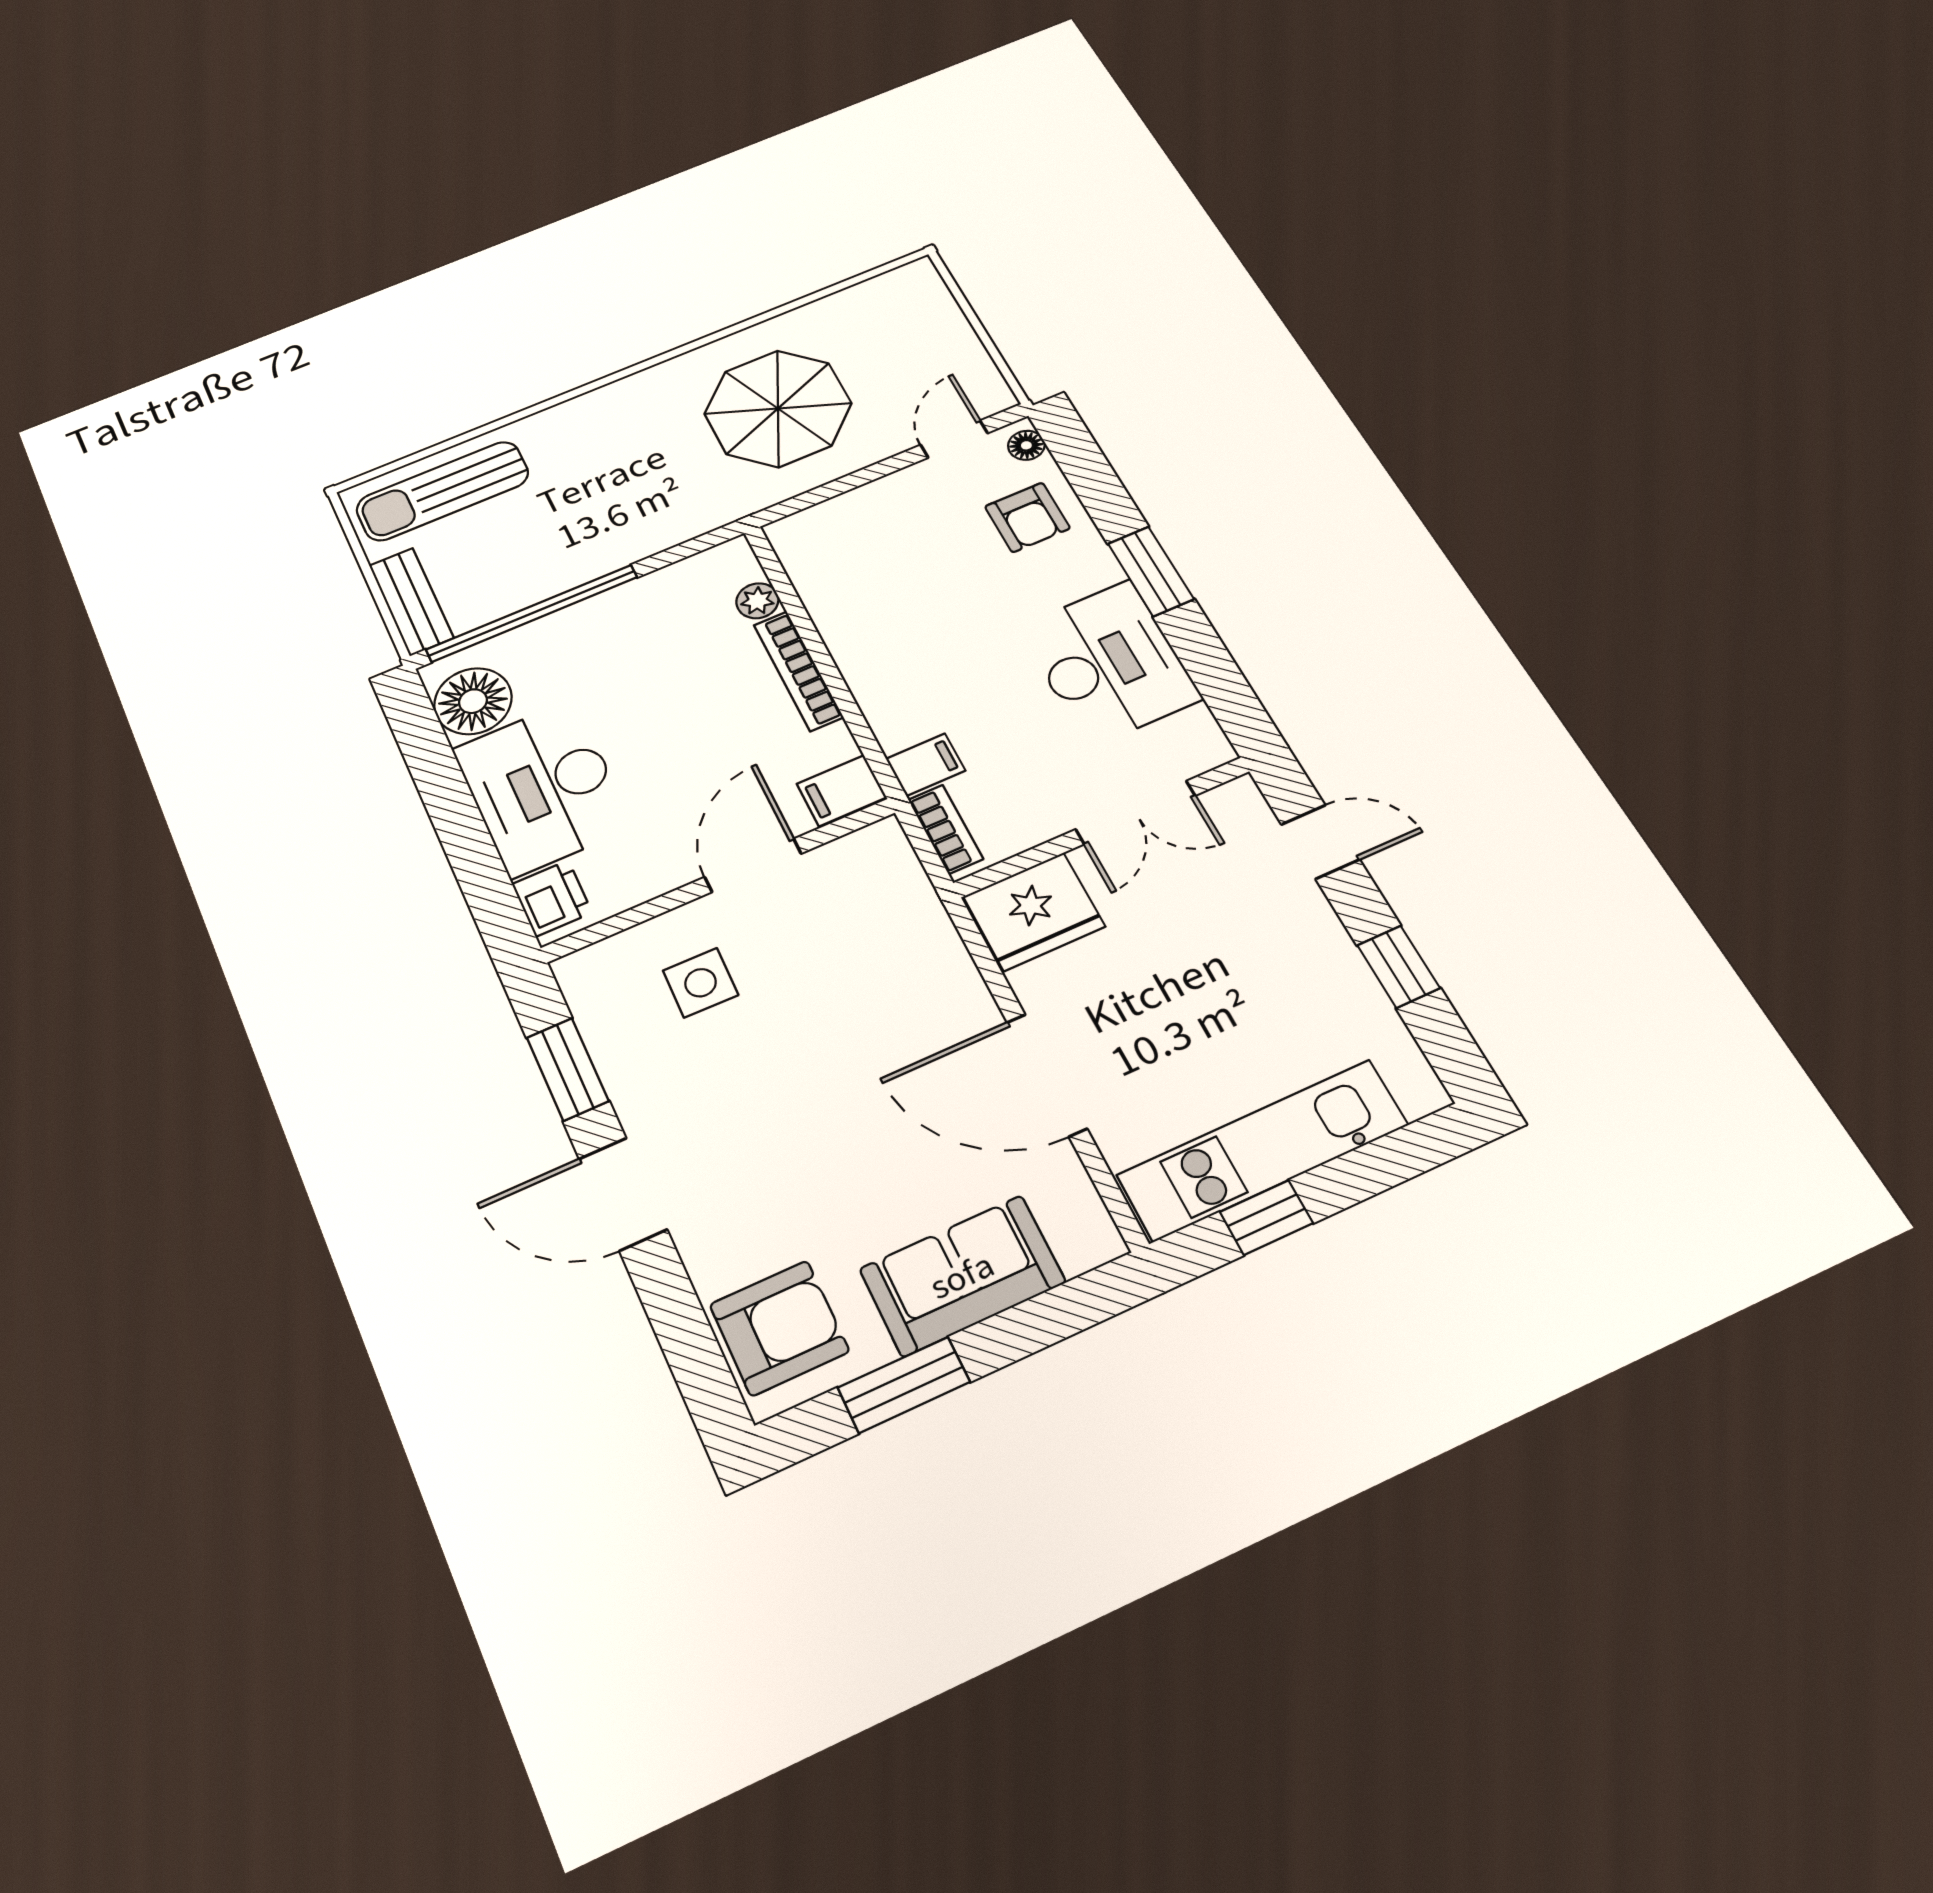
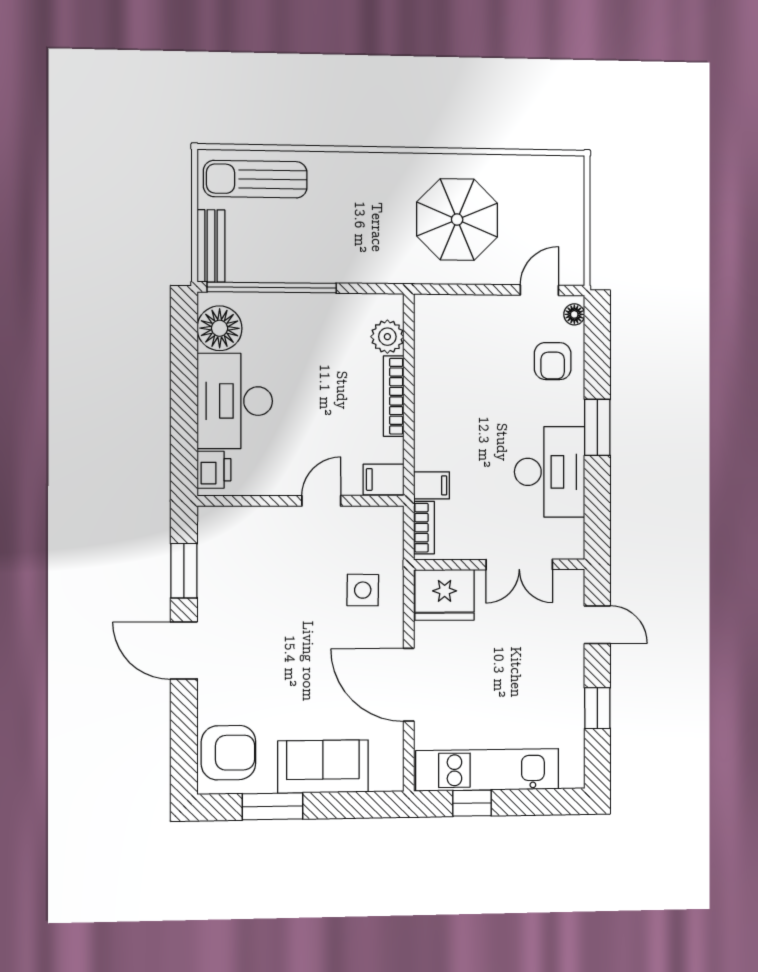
plant: (757, 601) -> (387, 337), width x1.38, depth x1.38
door: (753, 865) -> (321, 501), width x0.73
side table: (701, 983) -> (363, 590), moved

